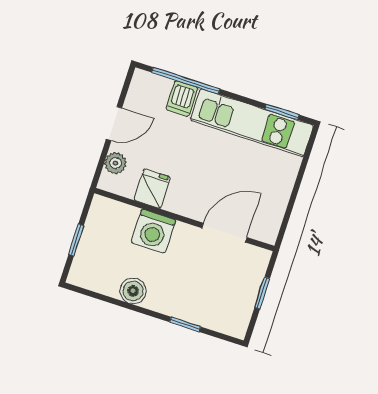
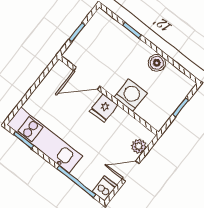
dishwasher: (182, 99) -> (105, 188), moved
fridge: (152, 189) -> (104, 108), moved

